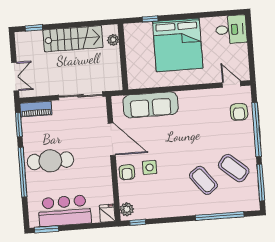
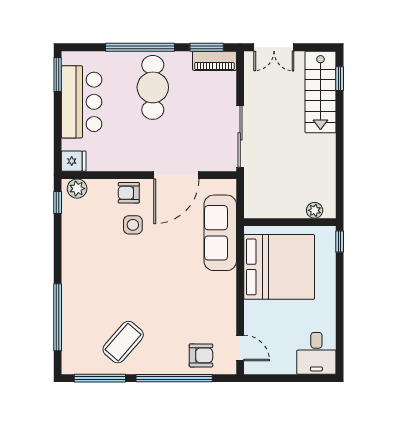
stairs: (73, 39) -> (320, 92), moved
plant: (113, 40) -> (315, 210), moved
bed: (178, 45) -> (279, 267), moved, turned 180
wall: (123, 57) -> (290, 222), moved
door: (232, 84) -> (240, 348), hinge flipped
piano: (36, 109) -> (214, 61), moved, turned -90
armchair: (239, 112) -> (201, 355), turned 180
coffee table: (203, 180) -> (109, 299), removed

